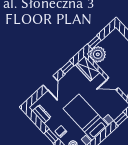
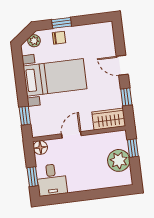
plant: (98, 54) -> (119, 160), moved
dresser: (42, 114) -> (94, 30), removed

